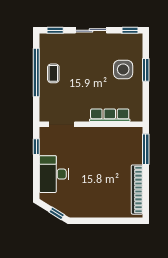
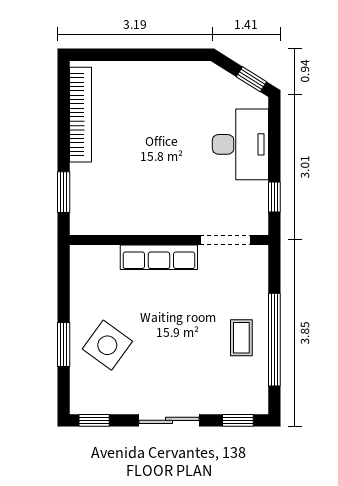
side table: (123, 69) -> (107, 345), turned 36
row of seats: (110, 115) -> (159, 257), moved
window: (146, 149) -> (64, 192), width x0.69
window: (57, 213) -> (251, 79), moved

